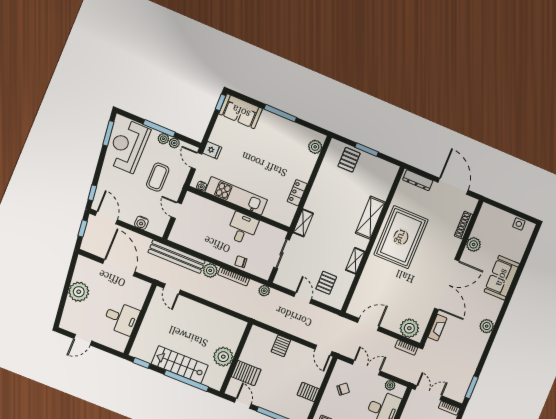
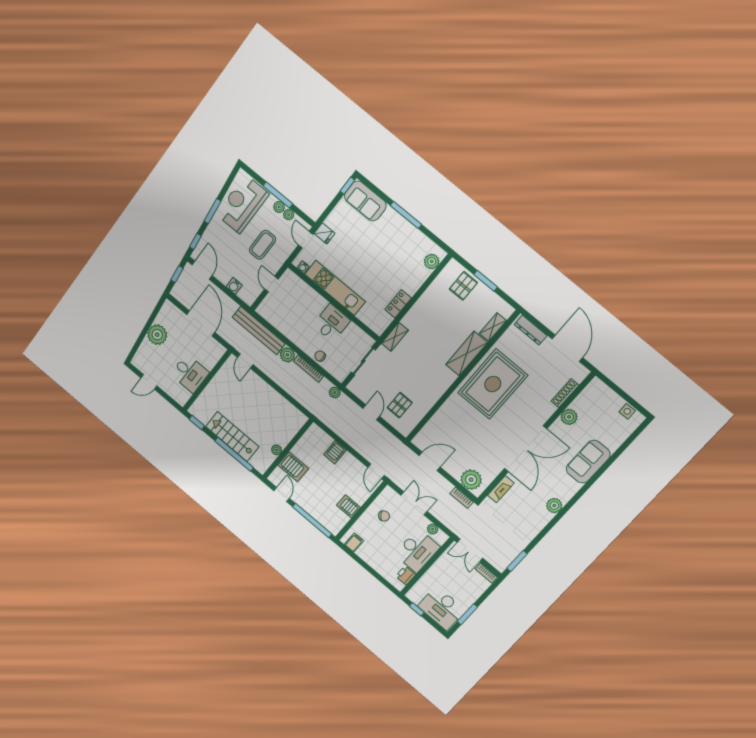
window: (108, 133) -> (212, 211), moved
shelving: (355, 261) -> (493, 327), moved
plant: (223, 357) -> (277, 450), width x0.53, depth x0.53
double door: (428, 393) -> (470, 550), swing flipped

